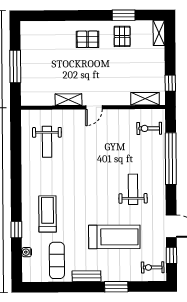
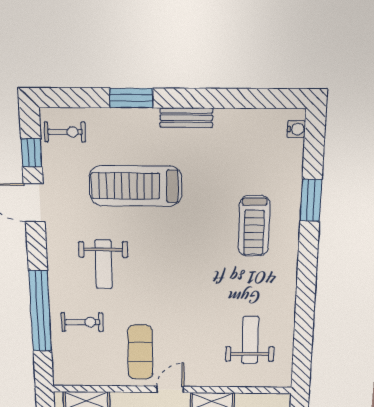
exercise bike: (149, 128) -> (82, 322), moved
window: (16, 230) -> (311, 200), width x1.50
water cooler: (27, 252) -> (296, 129), moved
exercise mat: (57, 260) -> (140, 352), moved

